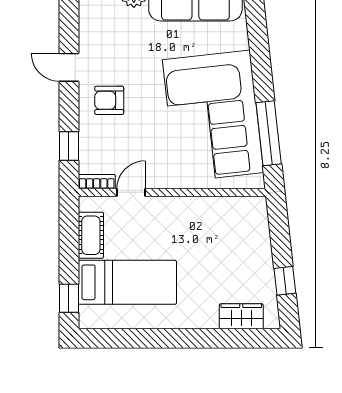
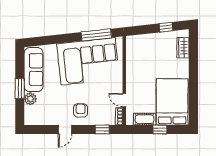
armchair: (109, 100) -> (81, 110), turned 180
bed: (127, 282) -> (172, 102), width x1.50
window: (69, 298) -> (160, 130), moved

